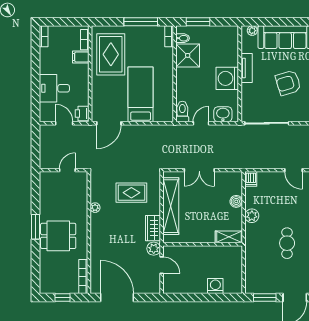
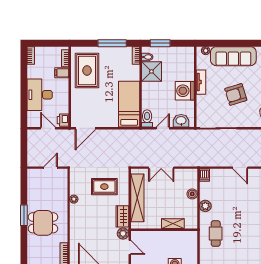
desk: (54, 88) -> (40, 95), width x1.37
bed: (141, 94) -> (129, 104), moved
shelving: (229, 237) -> (173, 224), moved
cafe table: (287, 243) -> (216, 233), moved

